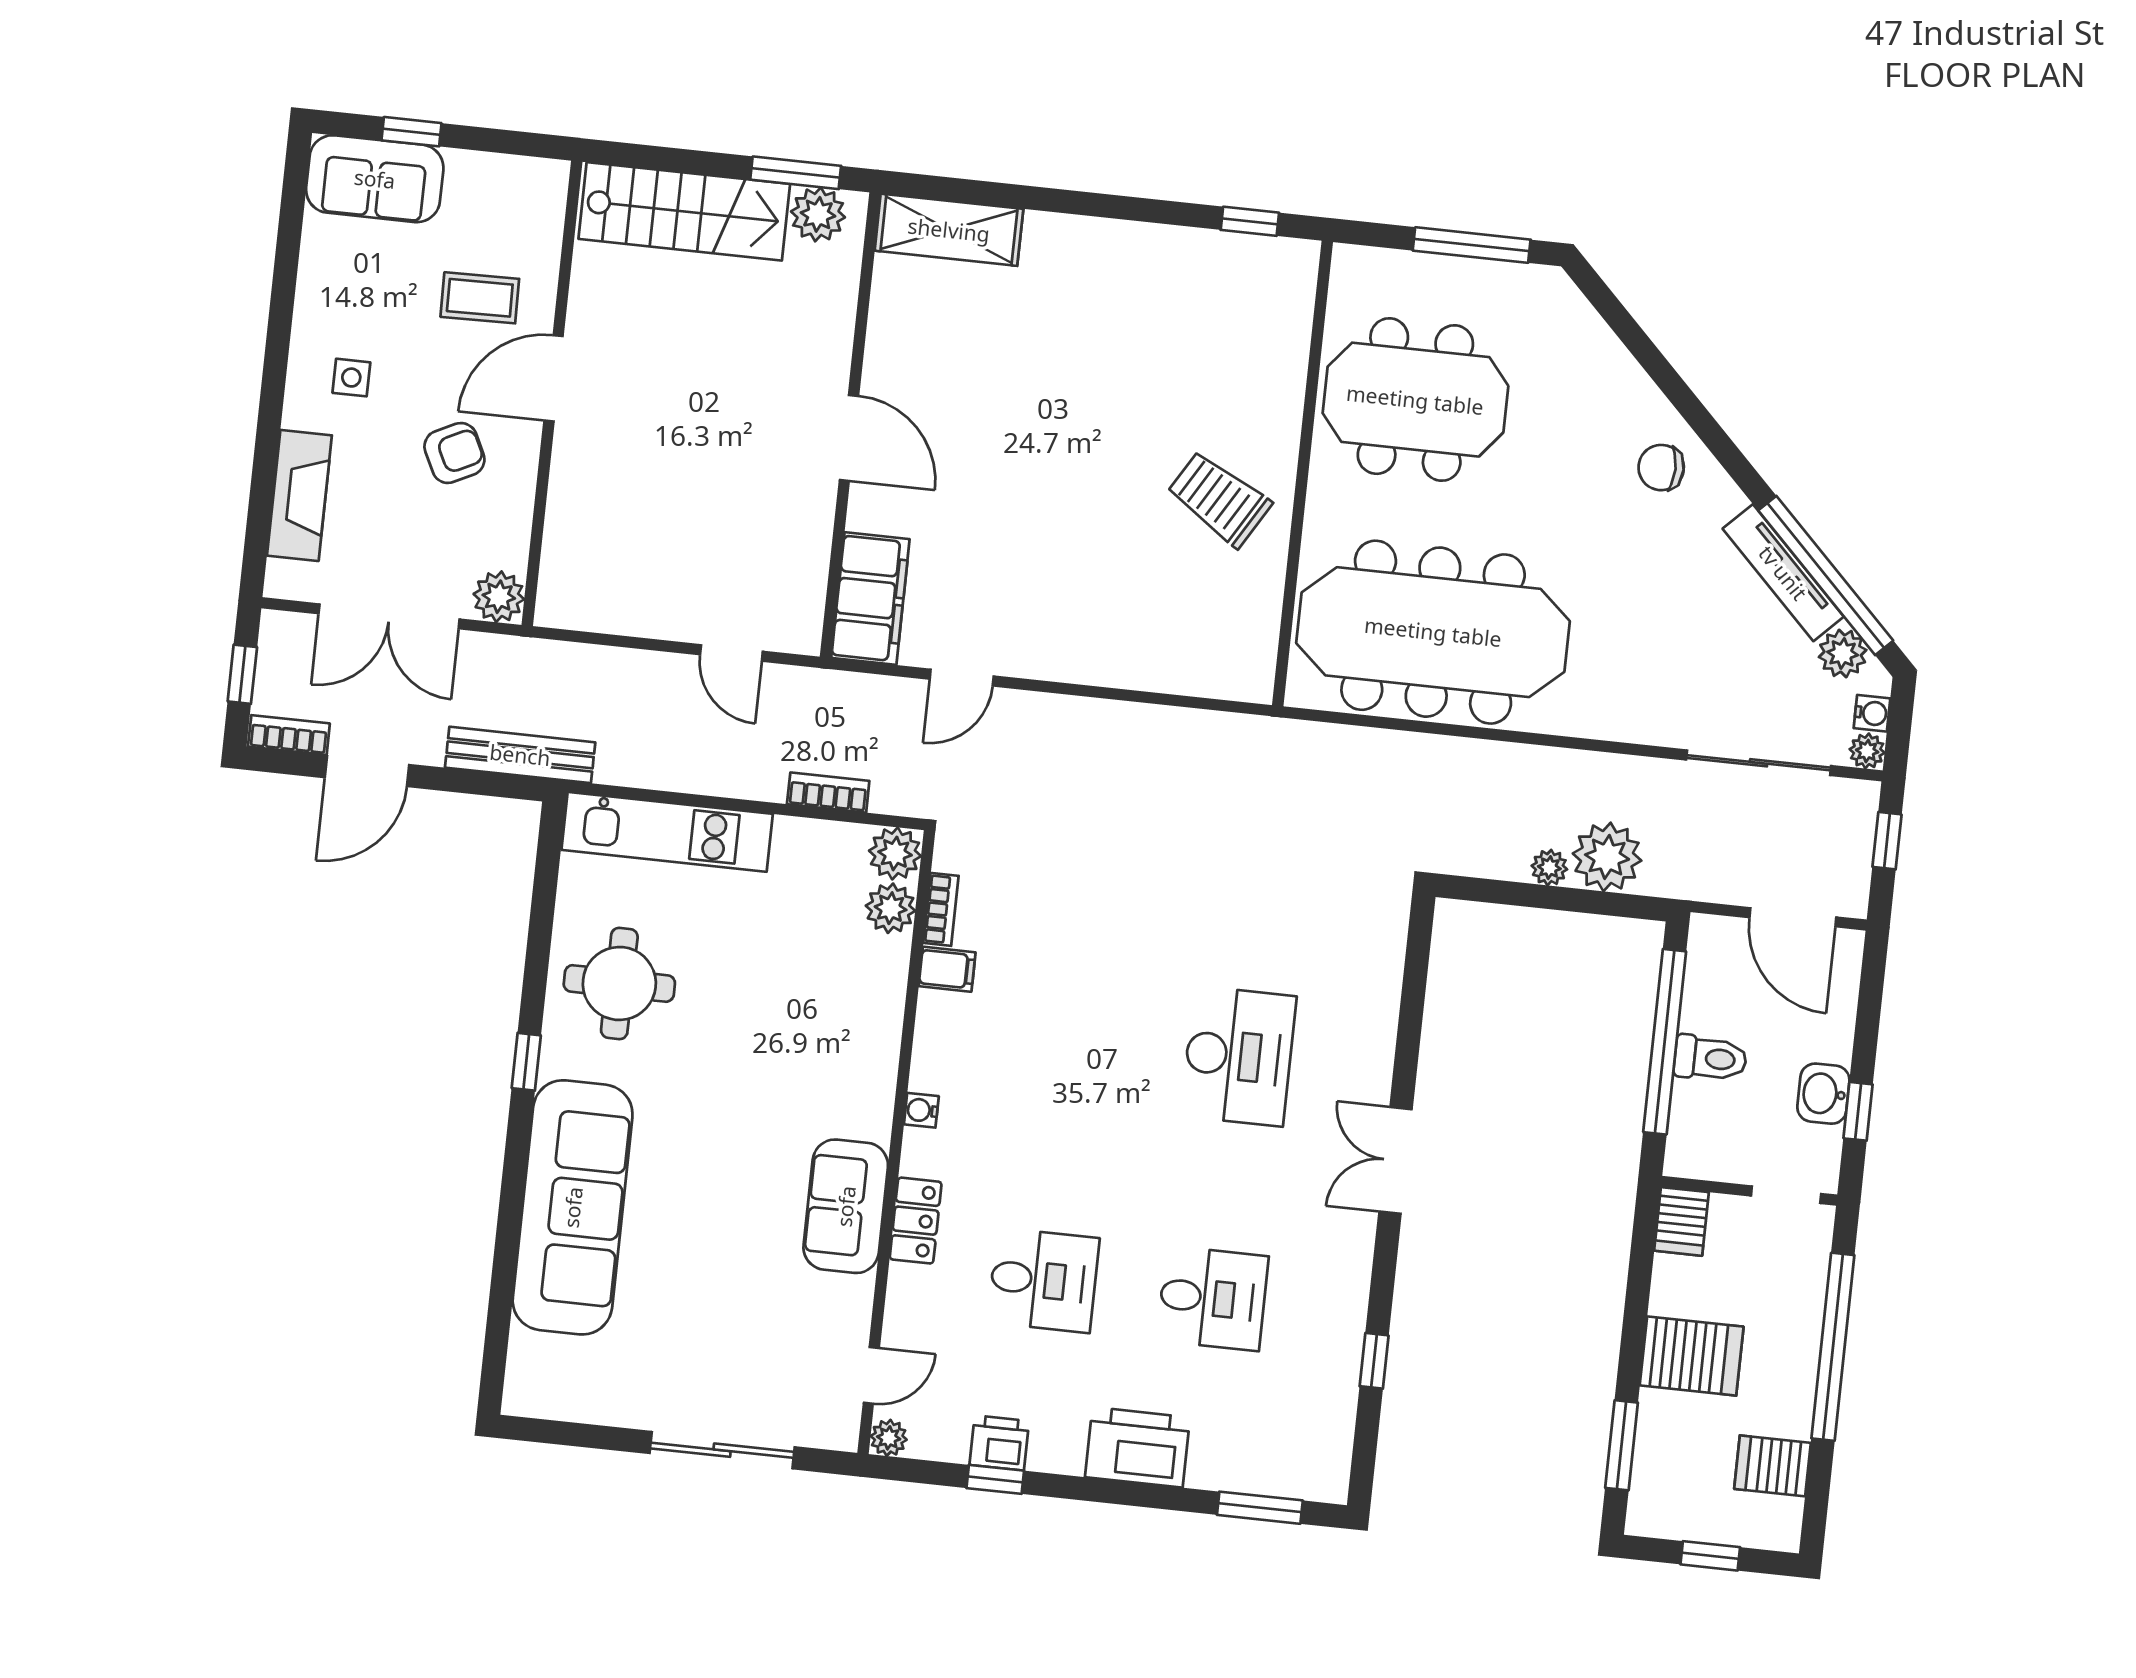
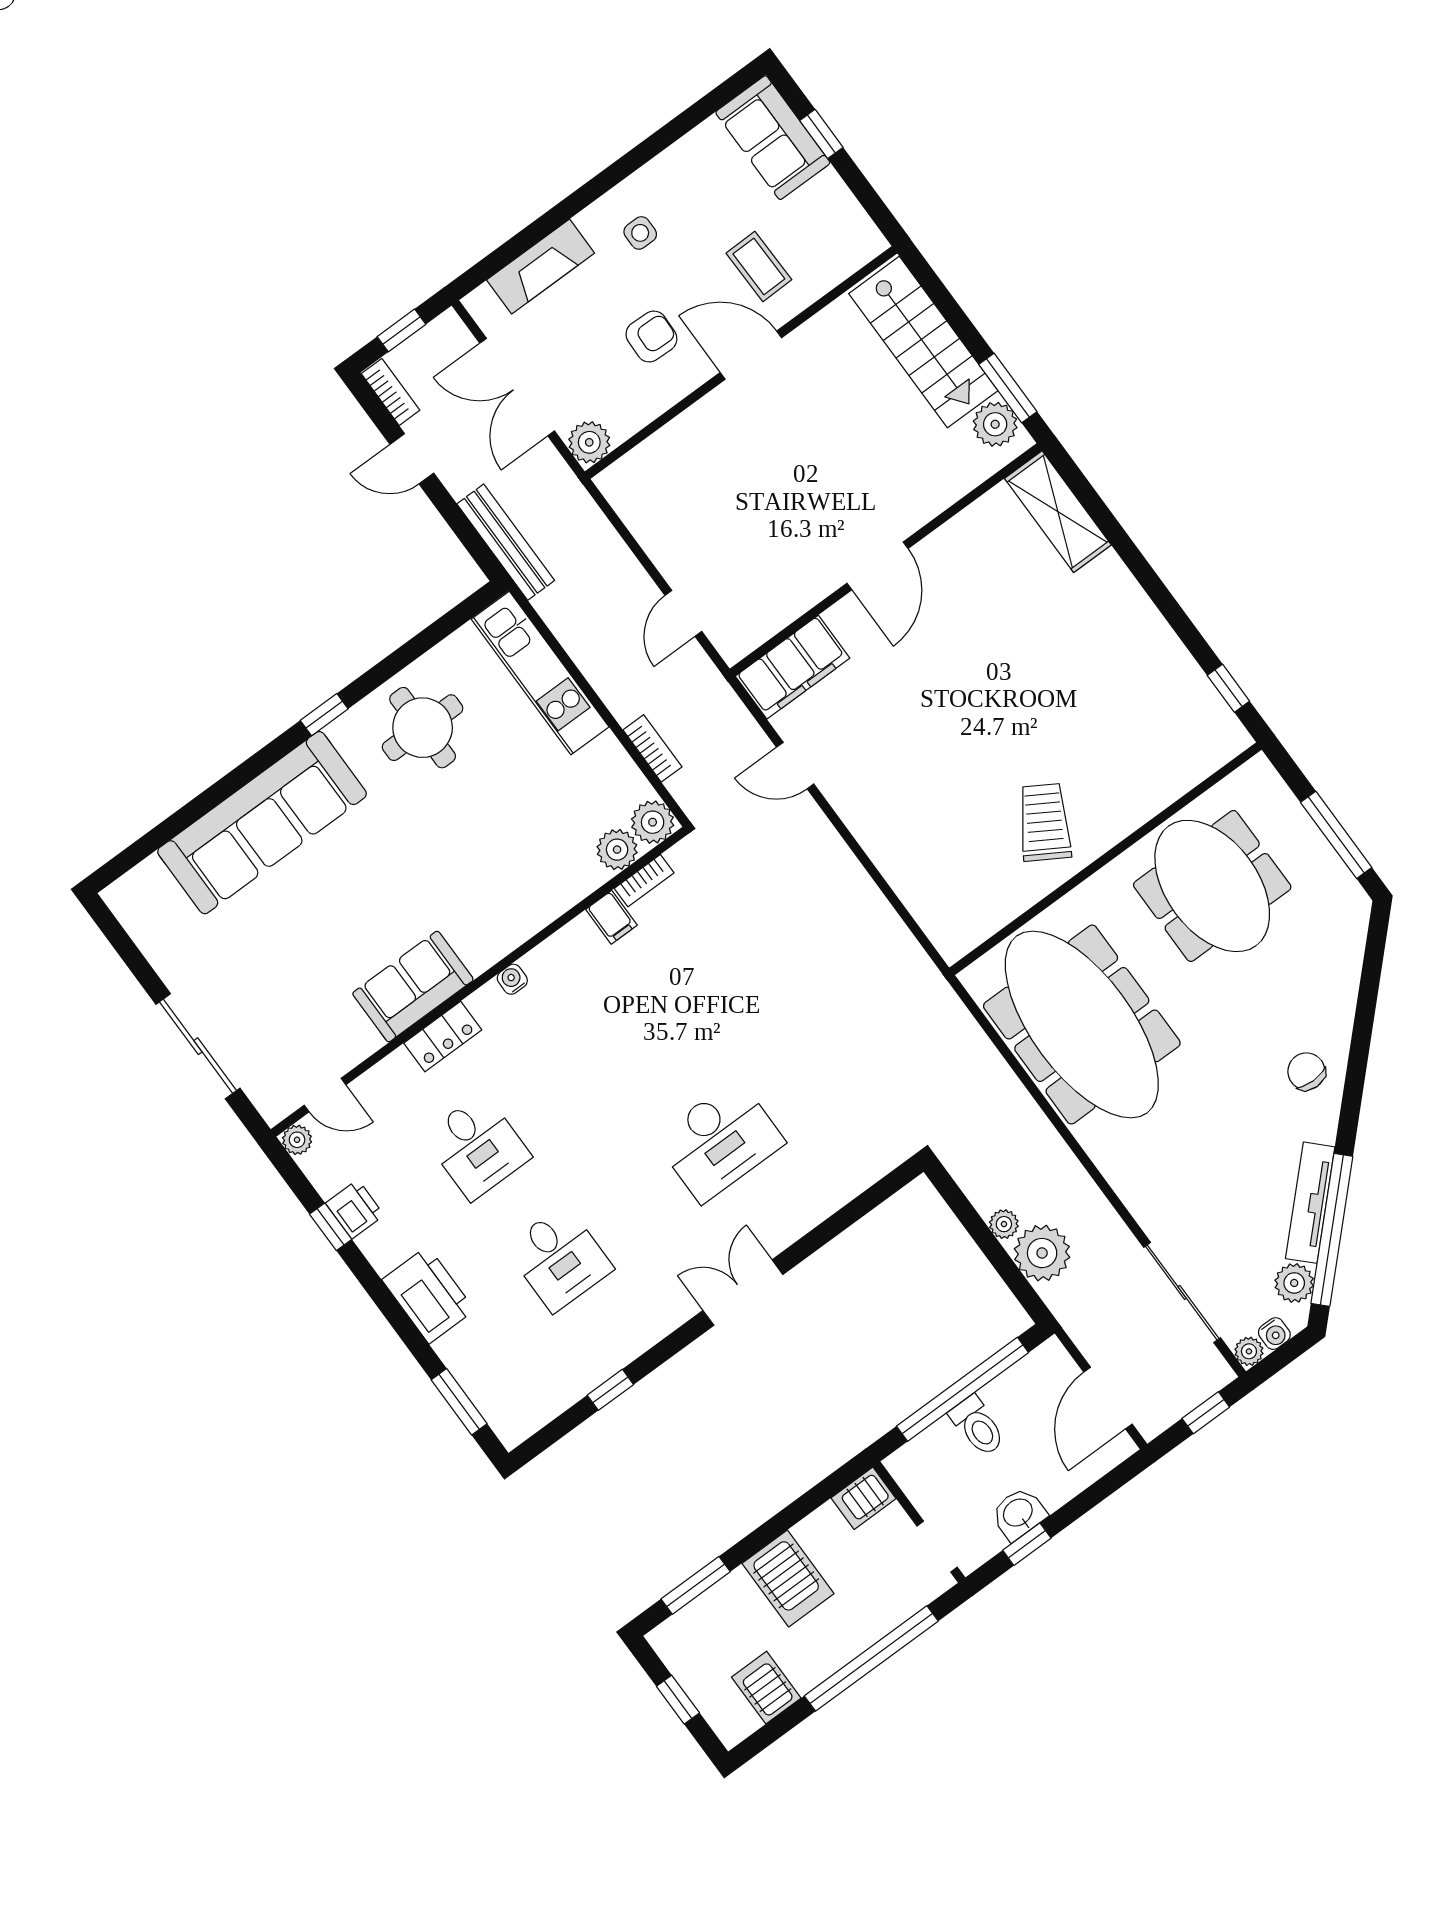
armchair: (454, 453) -> (651, 336), turned -62
door: (367, 771) -> (412, 459), width x0.73

